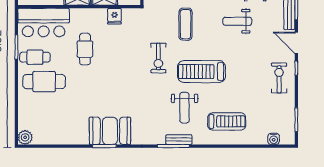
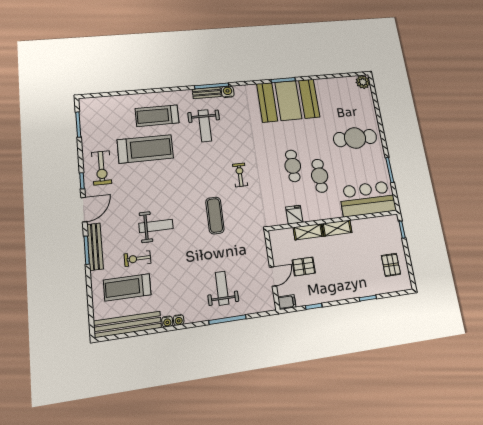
door: (296, 43) -> (84, 210), hinge flipped
cafe table: (35, 57) -> (293, 166), moved, turned 90
exercise bike: (158, 58) -> (240, 175), width x0.73, depth x0.72
treadmill: (201, 72) -> (145, 149), moved
weight bench: (184, 108) -> (205, 126), turned 180
booth: (110, 131) -> (288, 100), width x1.36, depth x1.42
water cooler: (274, 139) -> (228, 92), moved

